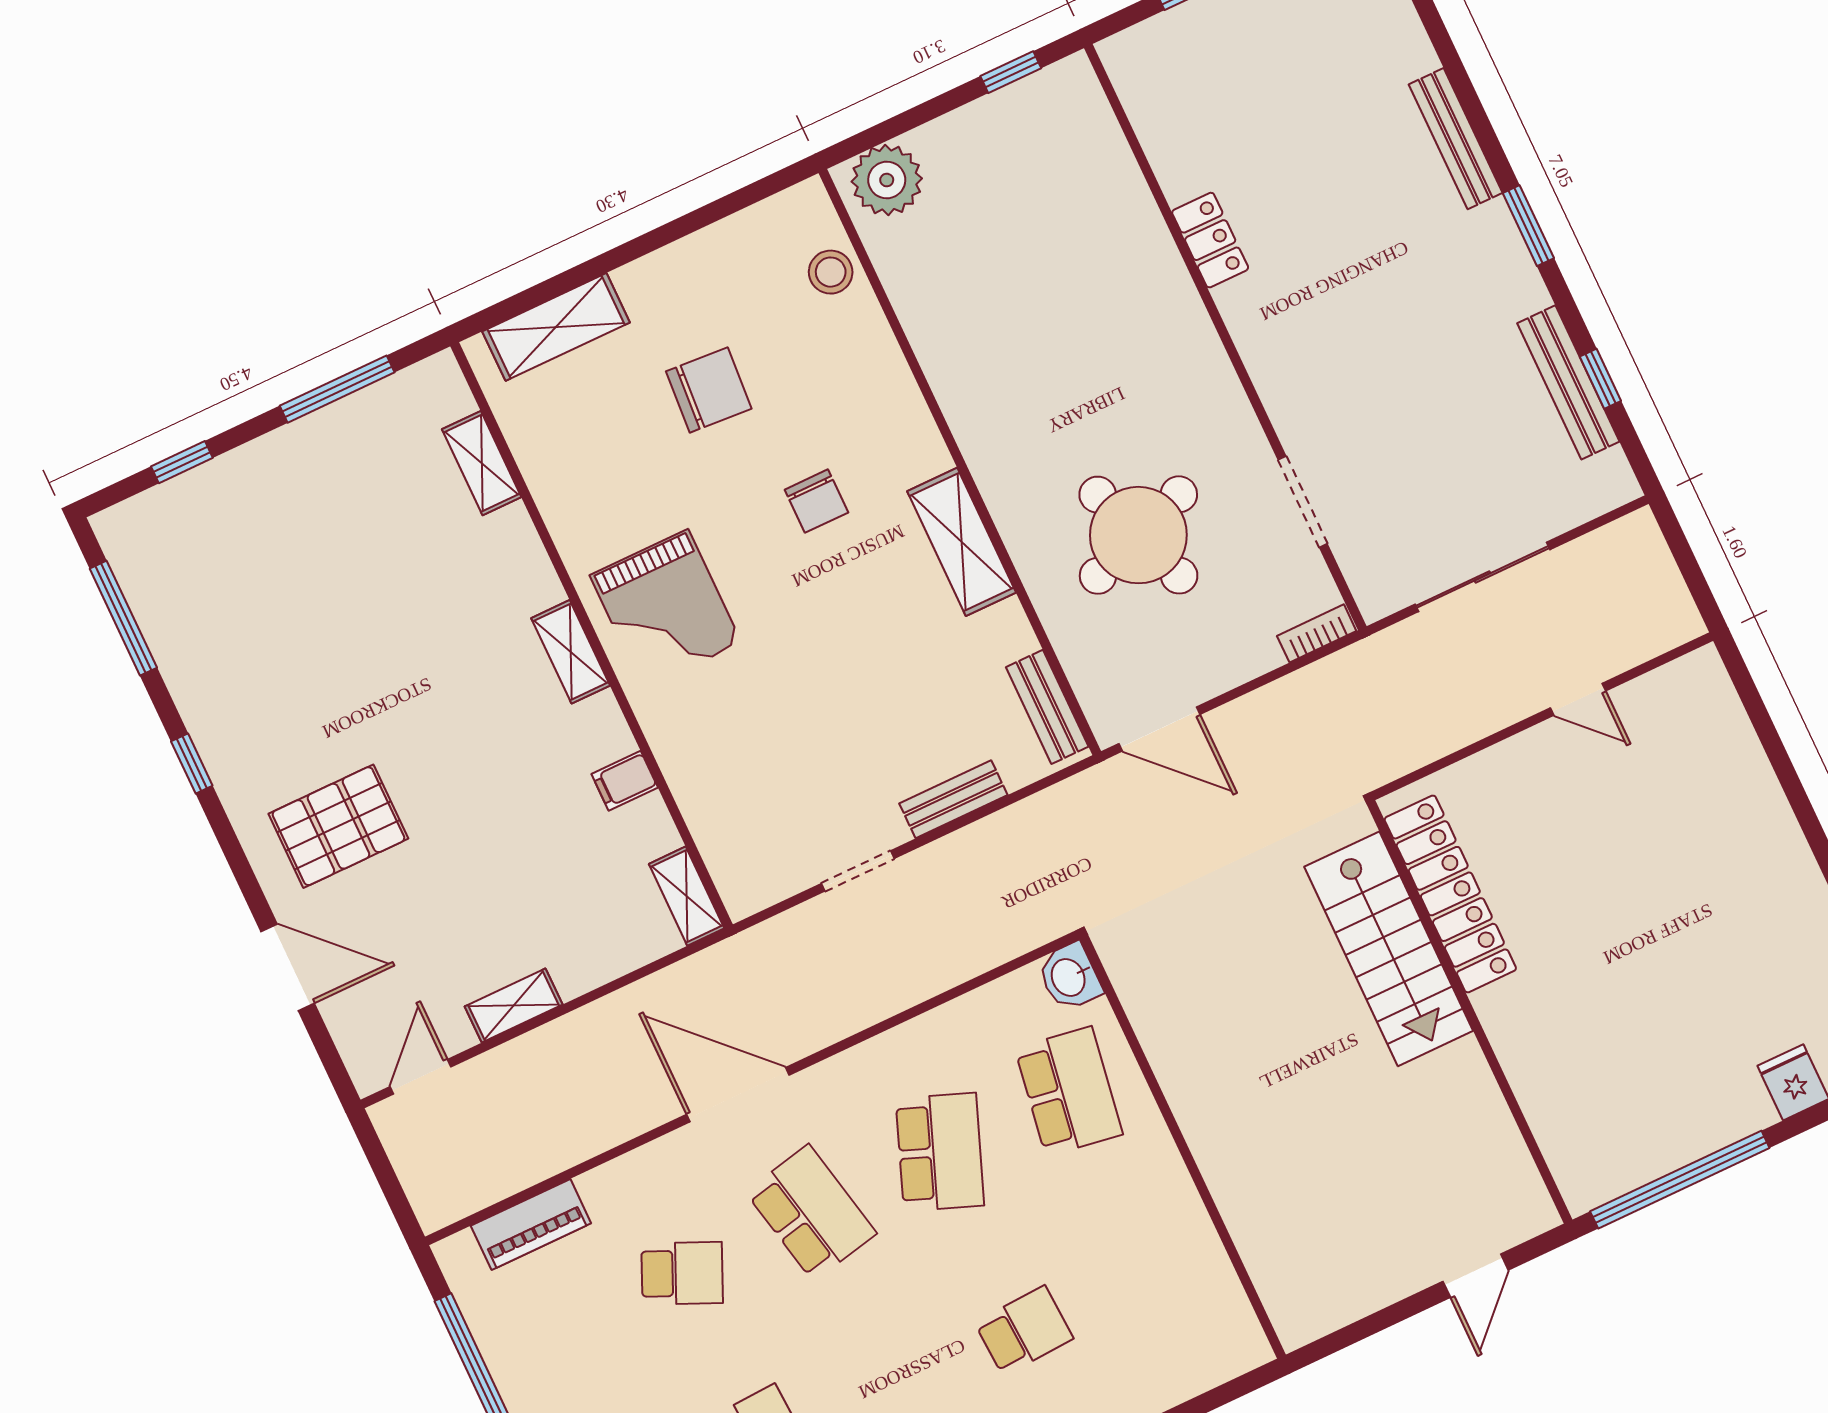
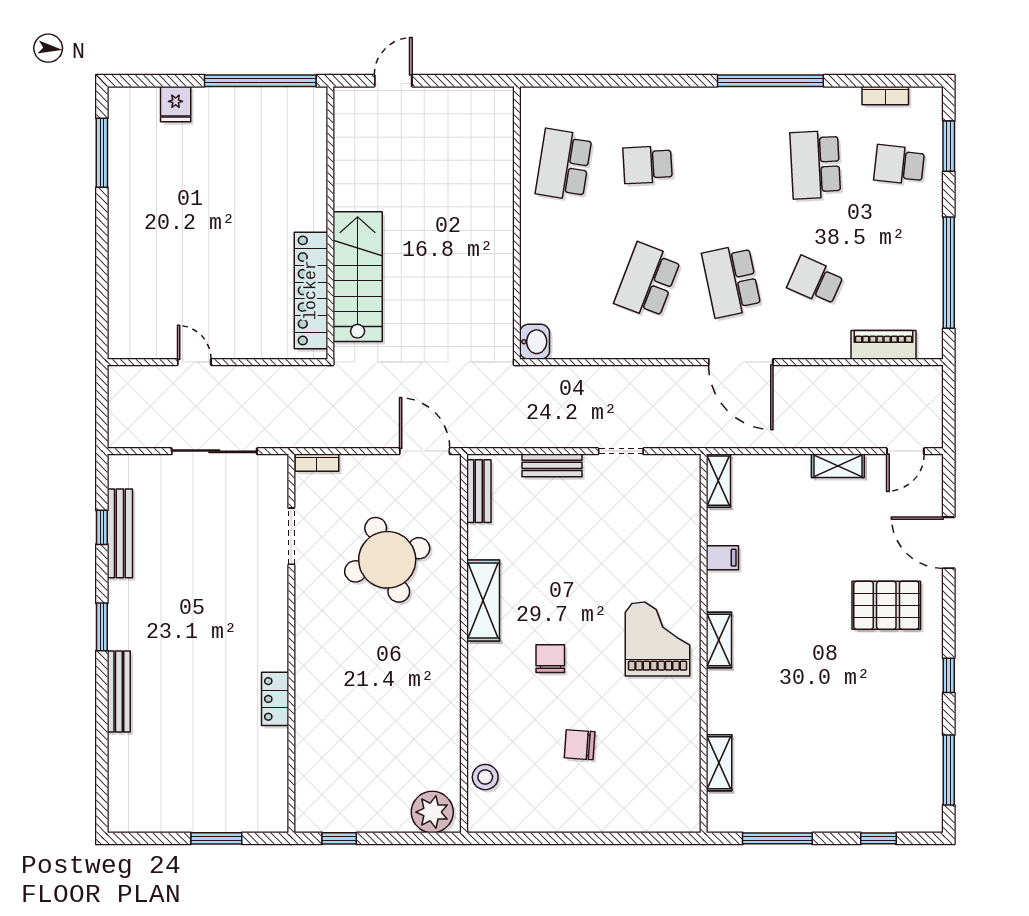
shelving: (556, 327) -> (645, 817), removed
chair: (709, 390) -> (580, 745), width x0.73, depth x0.73
school desk: (1069, 1091) -> (564, 165), moved

